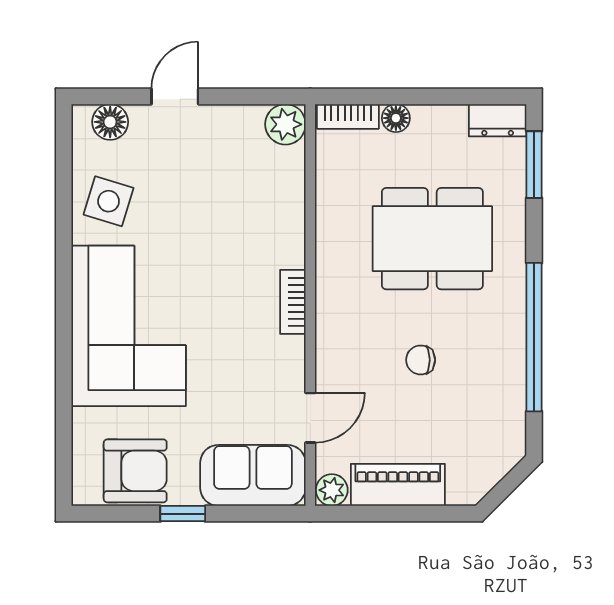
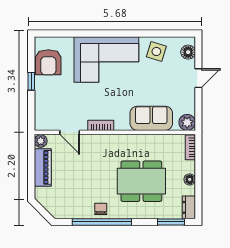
door: (175, 96) -> (198, 78), hinge flipped
floor lamp: (396, 118) -> (190, 179), moved
dining table: (432, 239) -> (141, 181), turned 90
bookcase: (293, 302) -> (101, 125), moved
chair: (421, 360) -> (101, 209), moved
sofa: (253, 475) -> (151, 118), moved, turned -90

